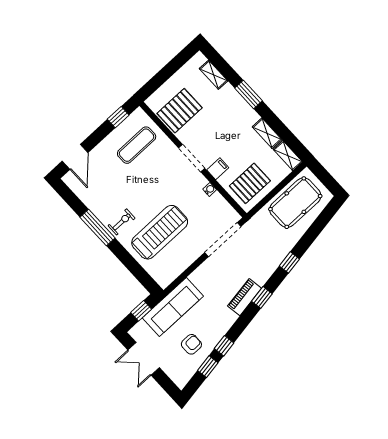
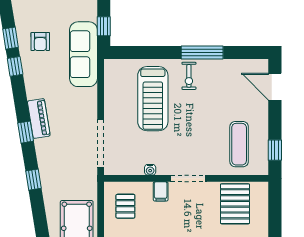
pallet: (250, 183) -> (125, 206), width x0.67, depth x0.71

